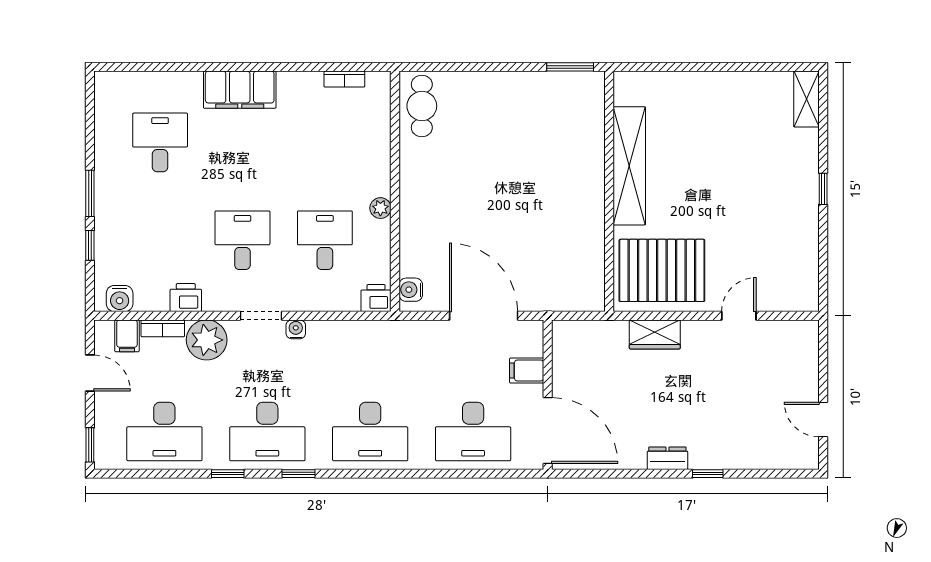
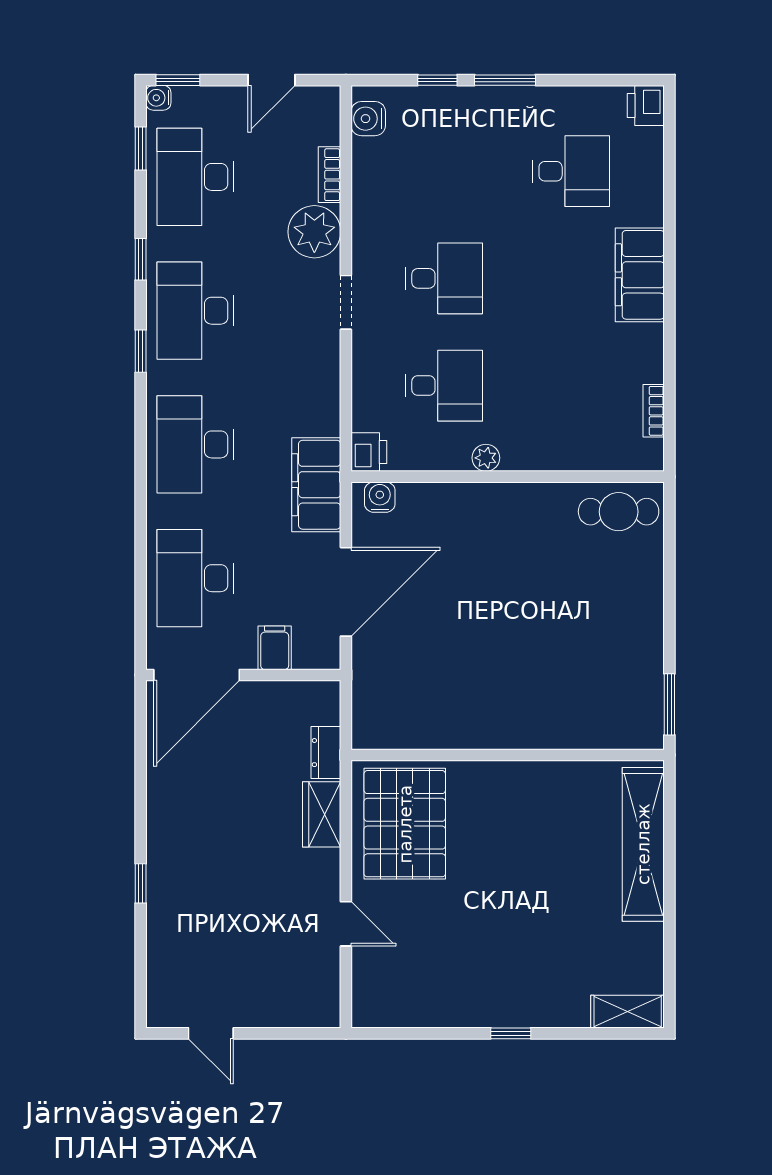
shelving: (629, 166) -> (643, 844), moved, turned 90
printer: (186, 298) -> (646, 105), moved, turned 180
water cooler: (296, 329) -> (158, 98), moved, turned 180
filing cabinet: (127, 336) -> (316, 485), moved, width x3.00, depth x1.17
door: (823, 420) -> (211, 1033), swing flipped
dresser: (667, 458) -> (326, 753), moved, turned 180
window: (143, 474) -> (141, 148), added

